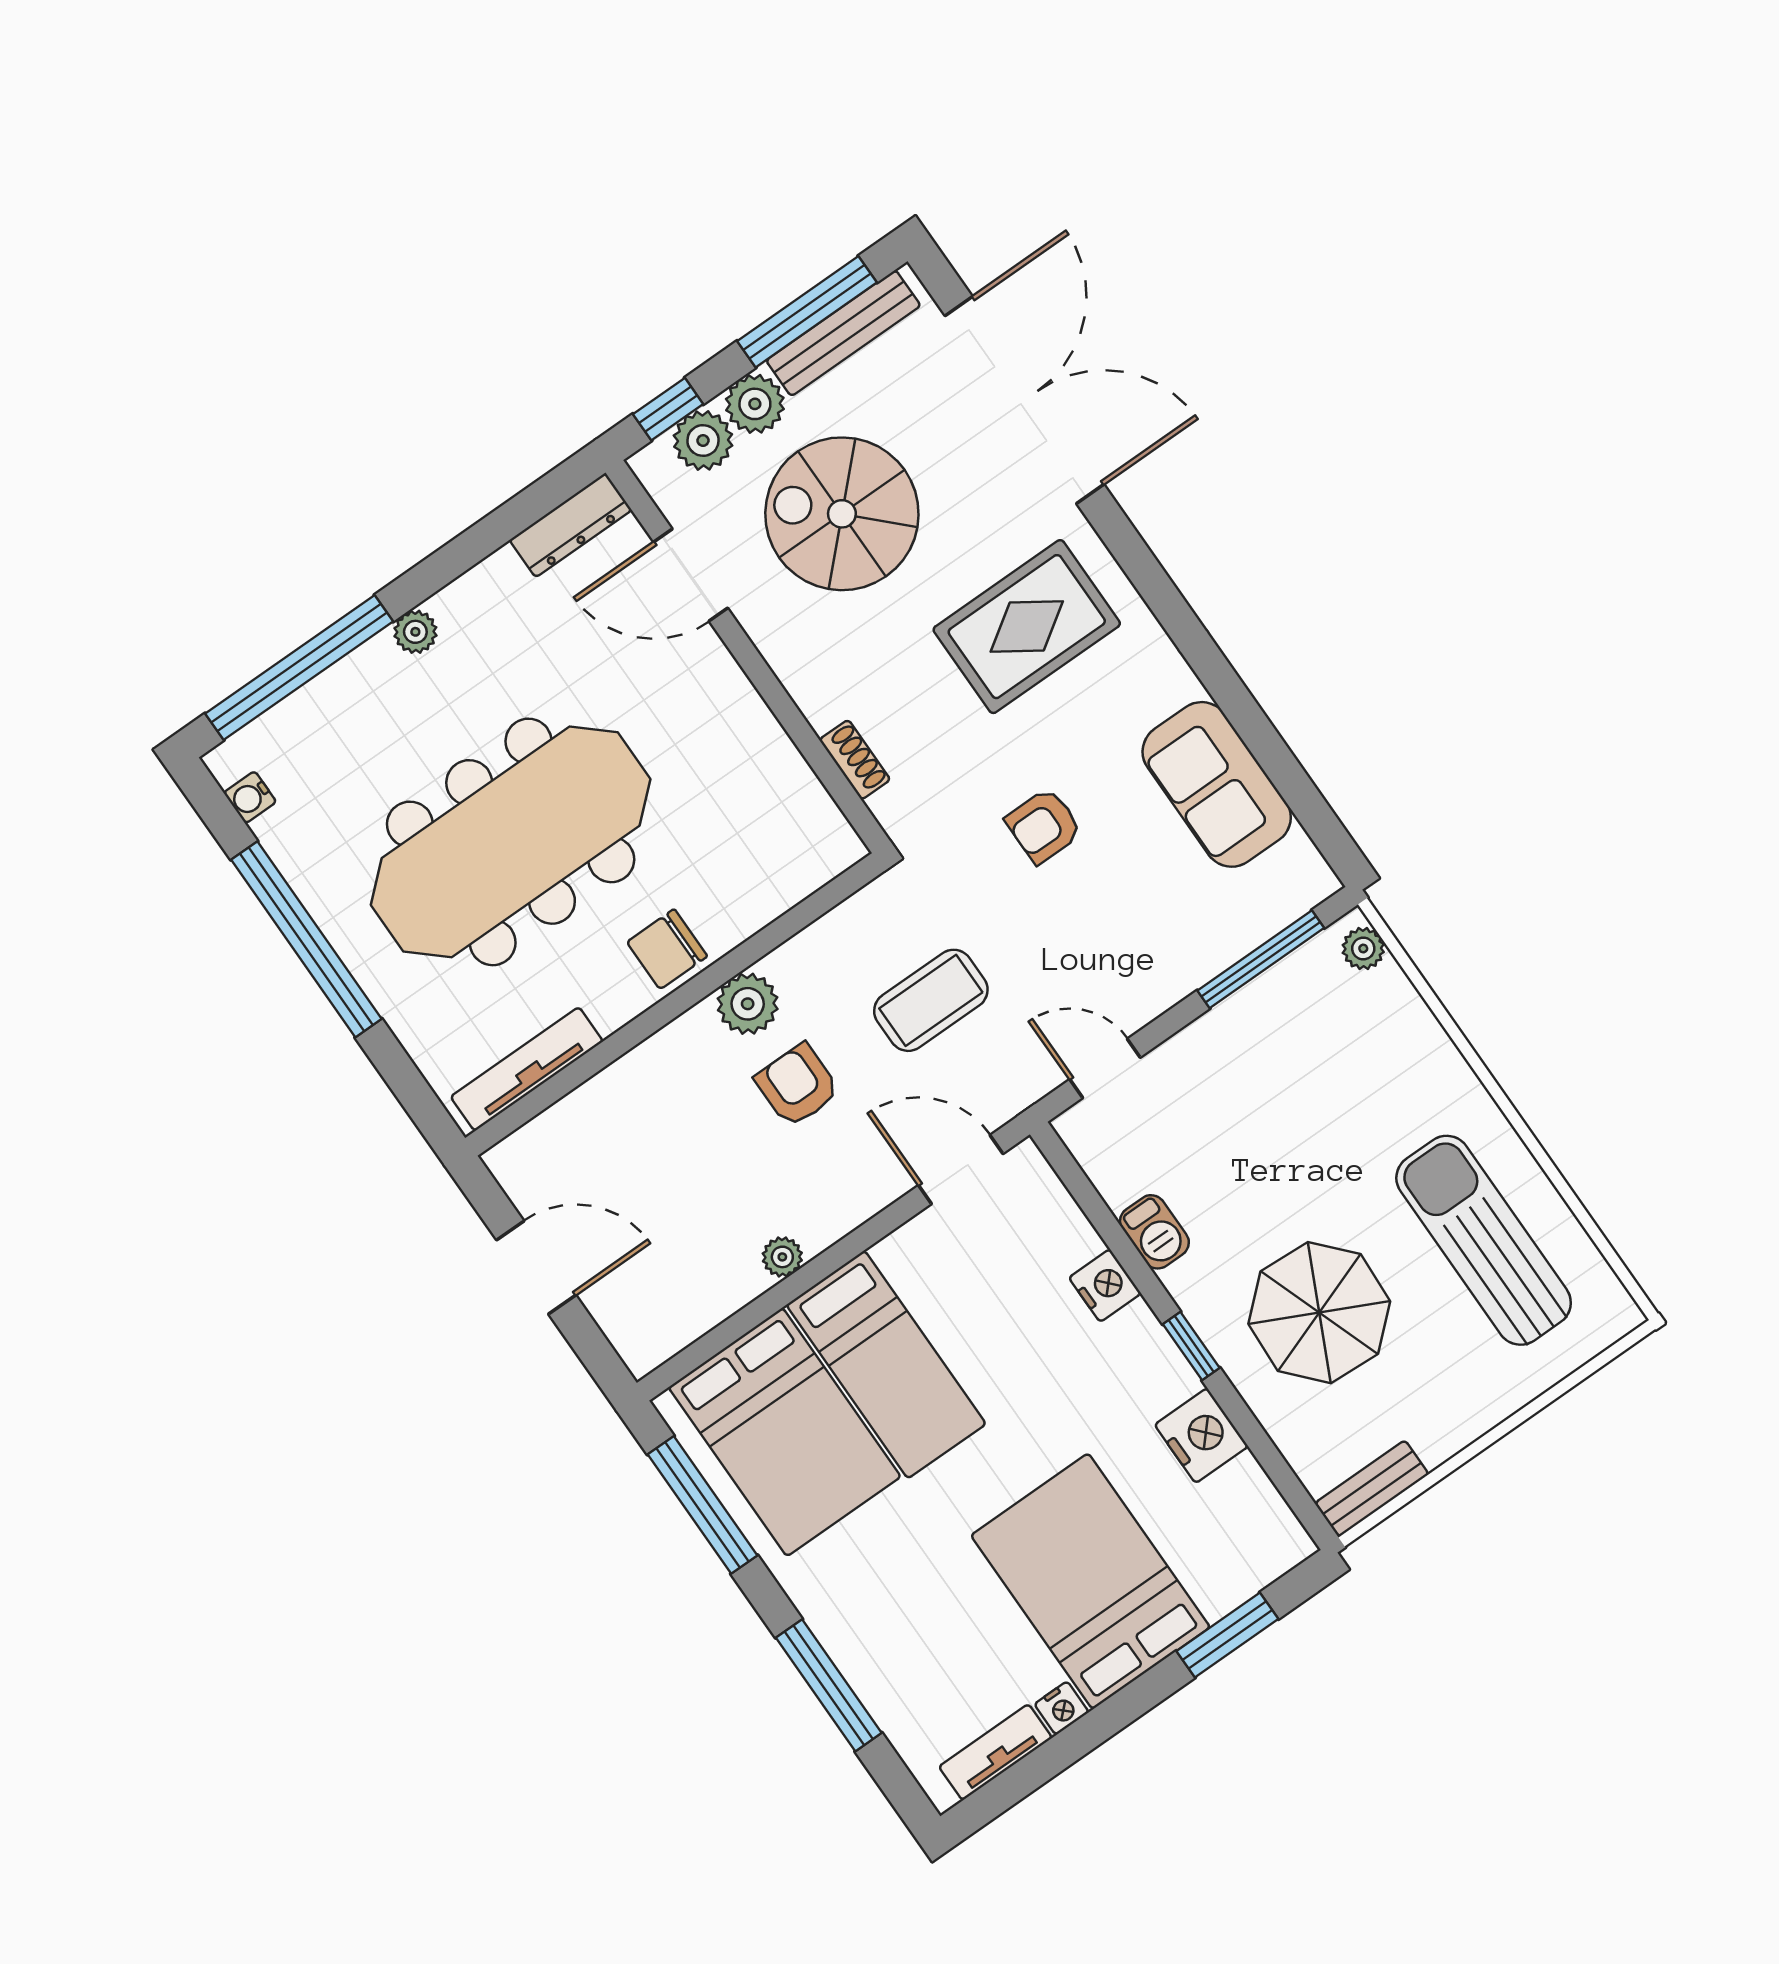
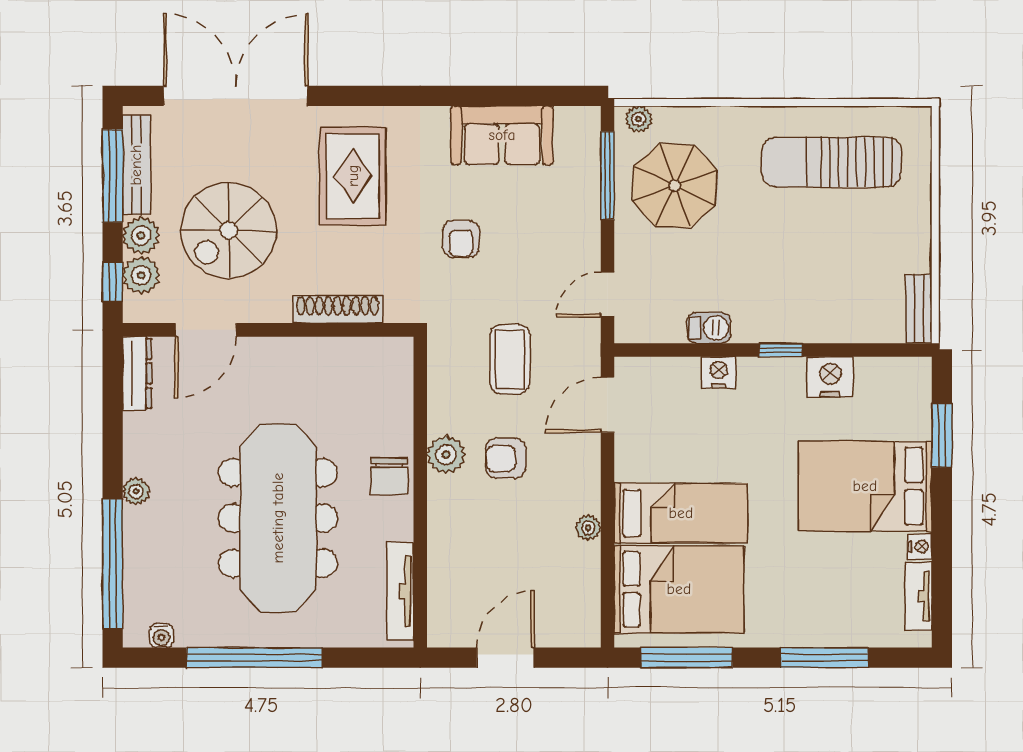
shoe rack: (855, 760) -> (337, 309), width x1.94, depth x1.24
parasol: (1319, 1313) -> (675, 186), moved

